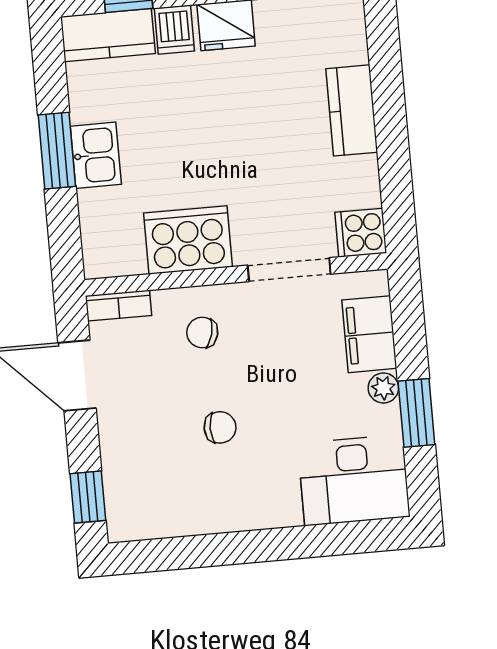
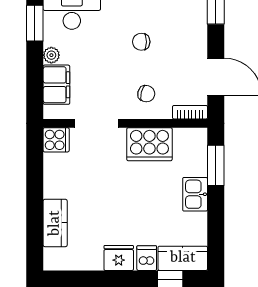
kitchen counter: (352, 110) -> (55, 223), moved
window: (57, 151) -> (216, 165), moved
window: (416, 413) -> (35, 23), moved

